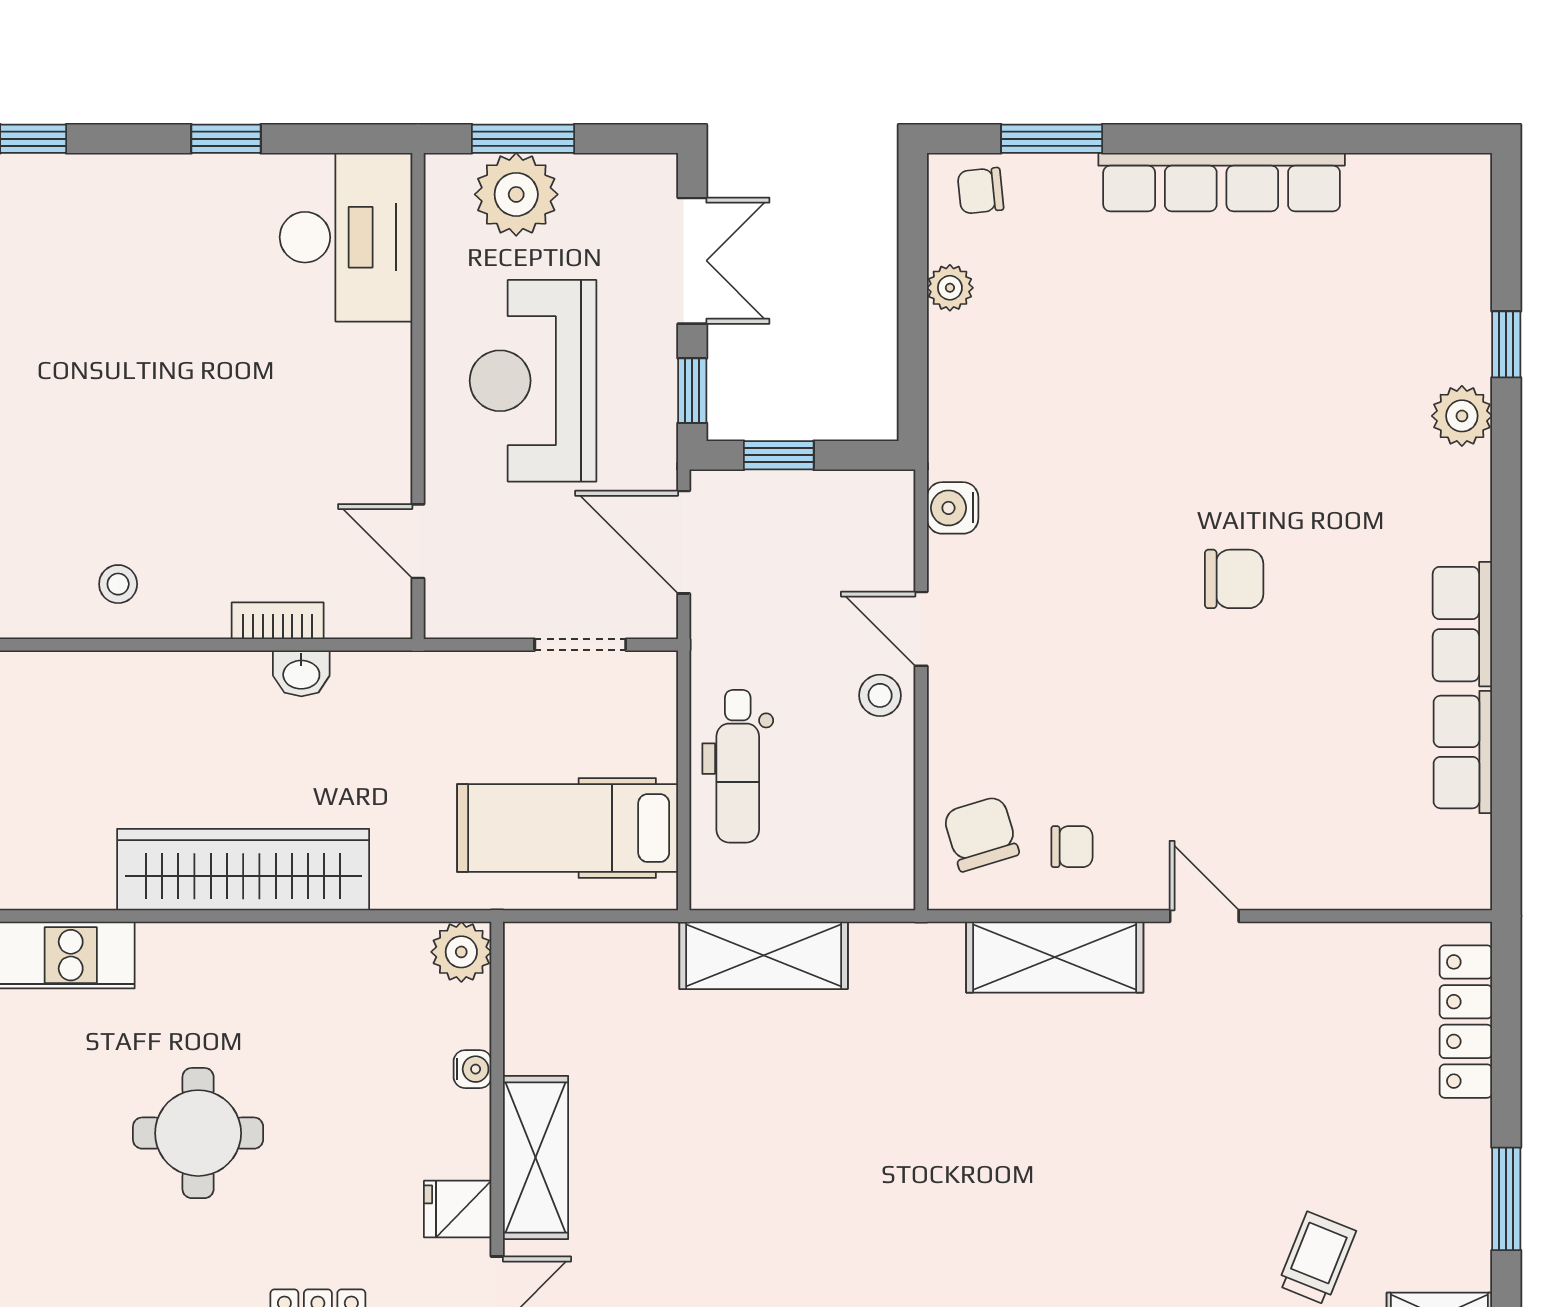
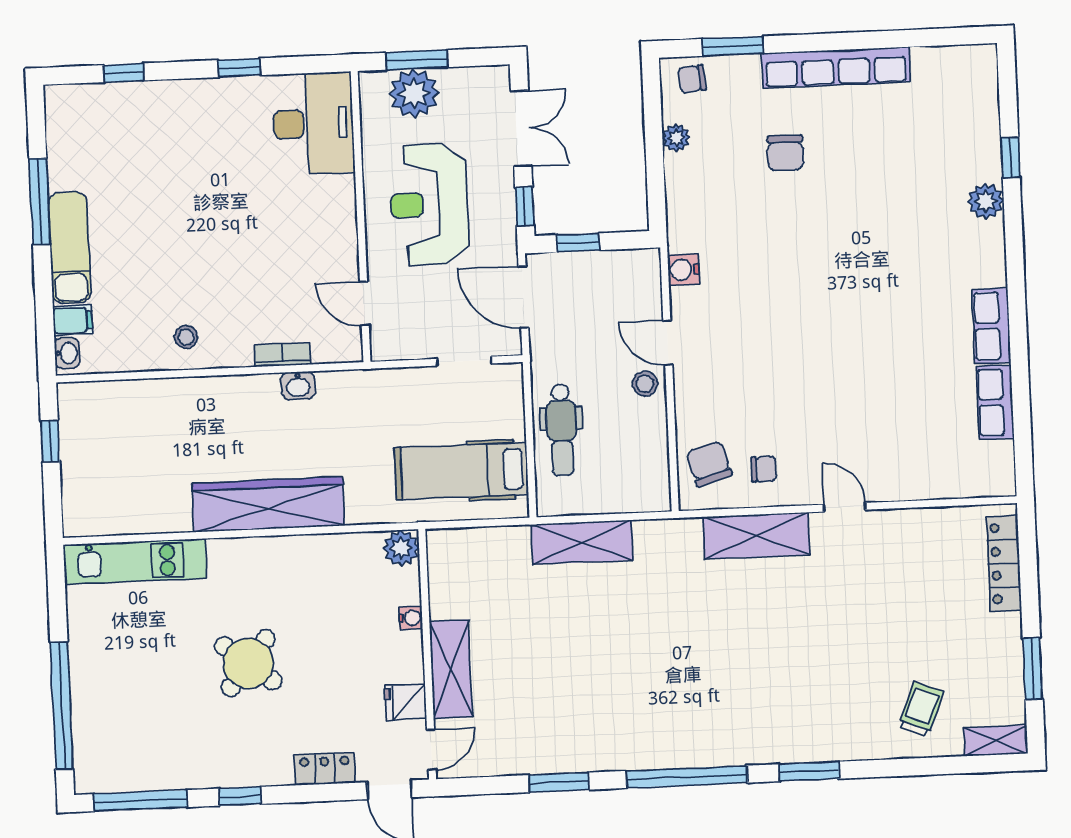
chair: (1234, 579) -> (785, 153), moved, turned 90
round table: (198, 1133) -> (248, 663), turned 38

